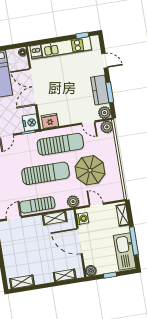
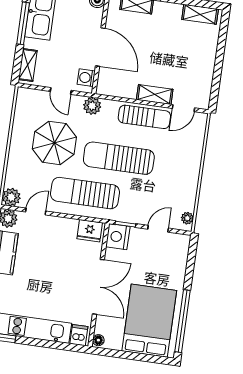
door: (88, 123) -> (36, 211), hinge flipped
shelving: (55, 218) -> (155, 95), moved

